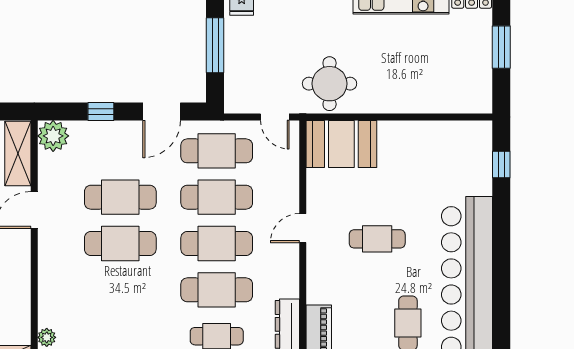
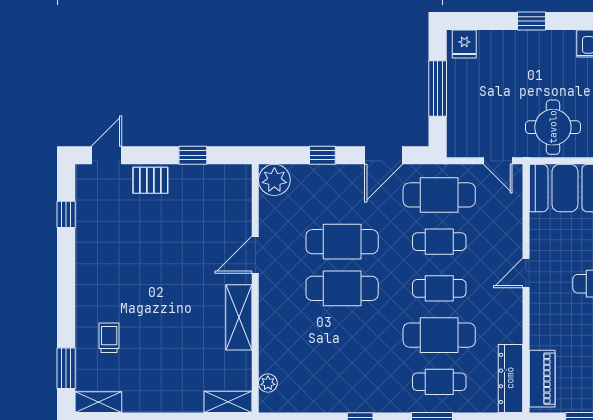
shelving: (18, 153) -> (239, 317), moved
cafe table: (217, 197) -> (439, 242), width x0.73, depth x0.74
cafe table: (217, 244) -> (439, 288), width x0.73, depth x0.74

